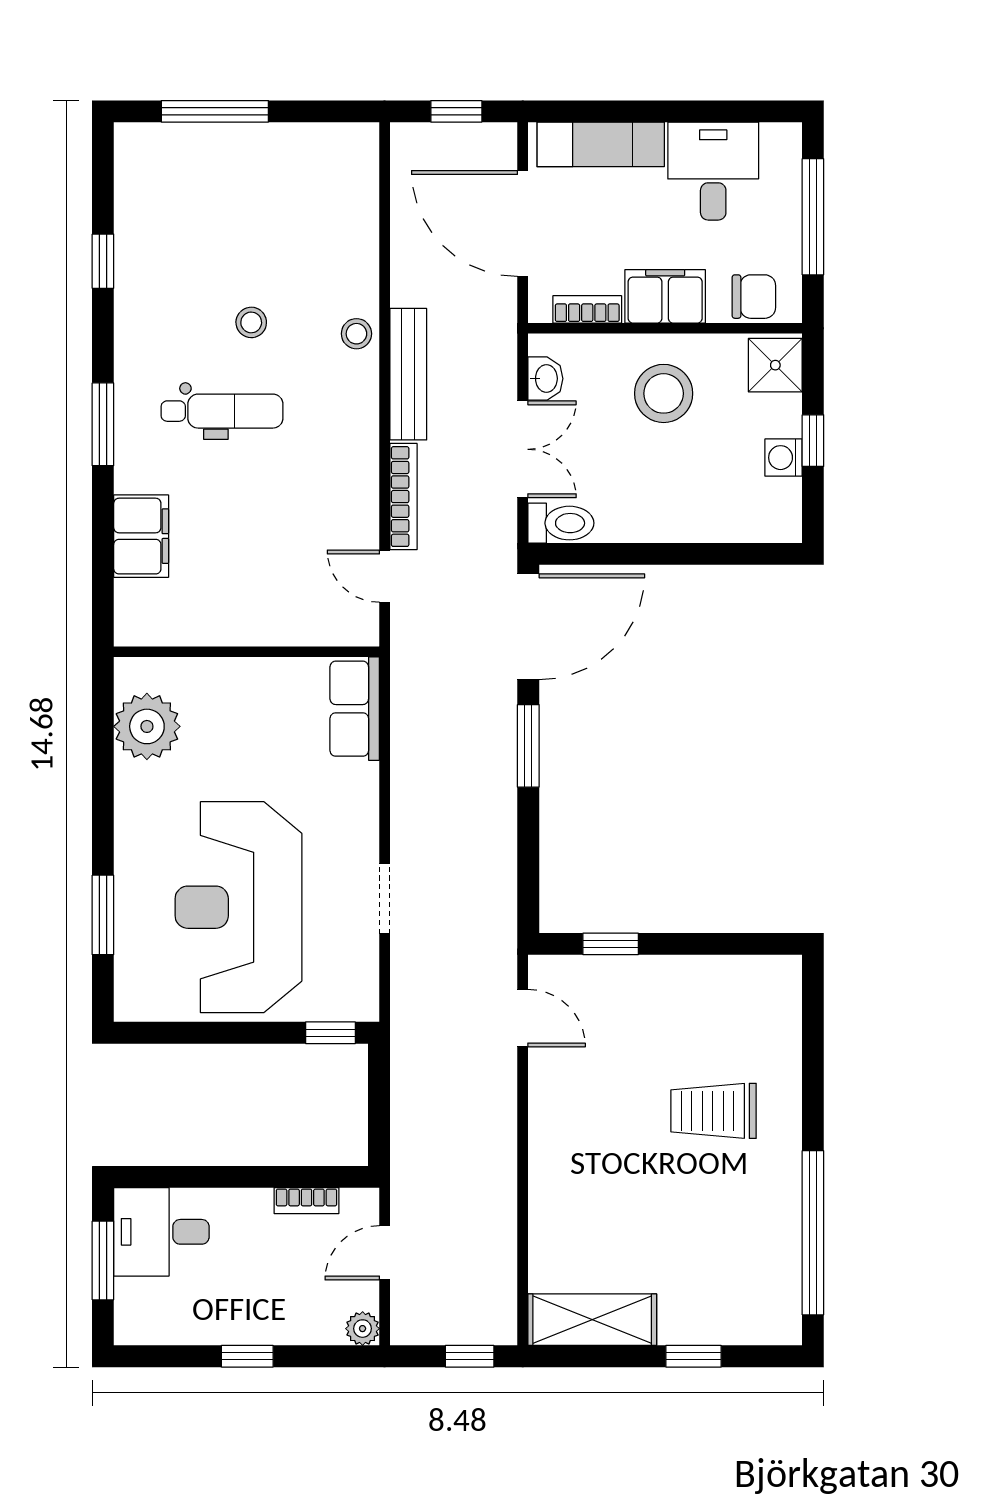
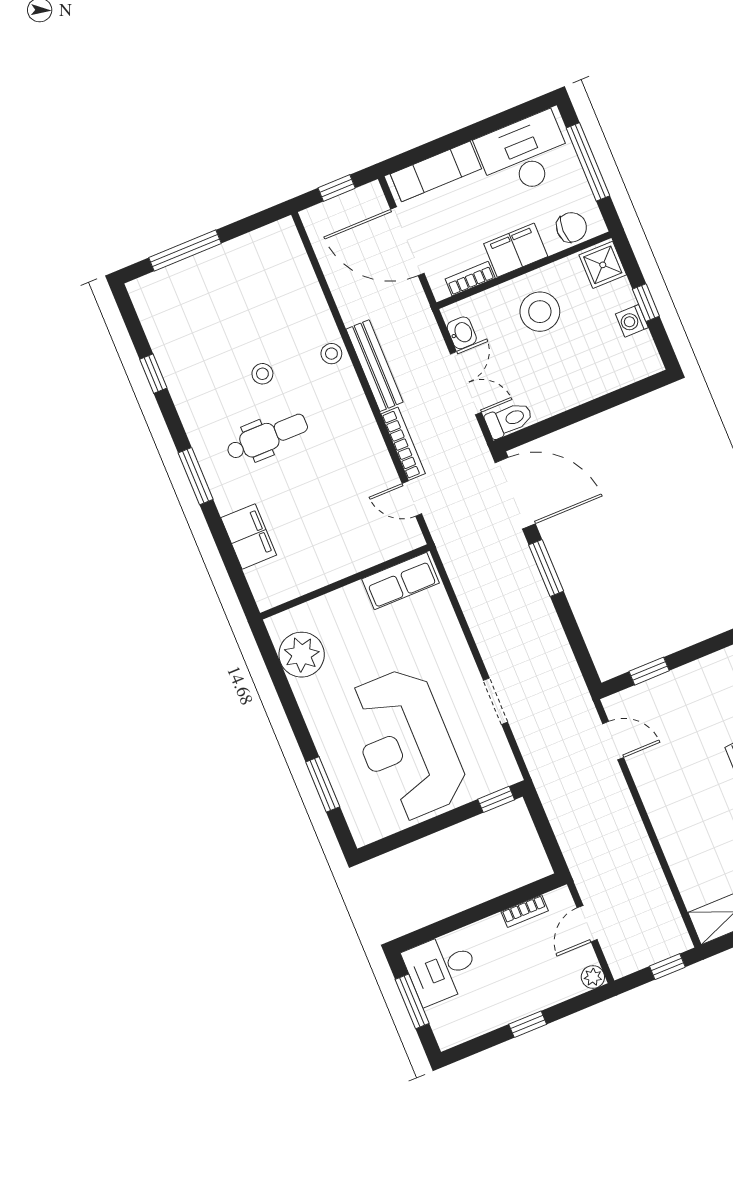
desk: (713, 171) -> (524, 155), width x1.37
door: (528, 627) -> (515, 493), hinge flipped
row of seats: (355, 709) -> (400, 581), moved, turned -90

